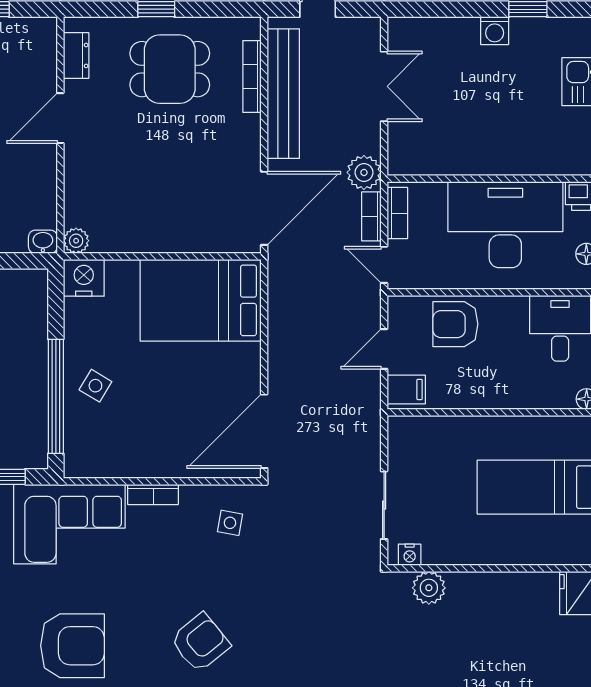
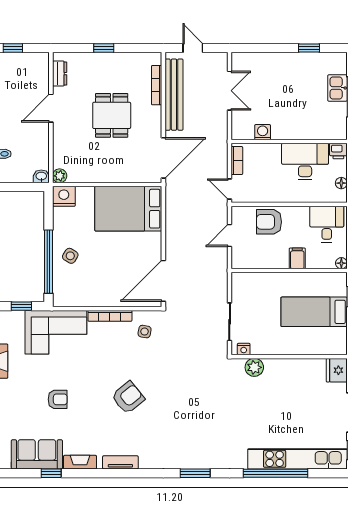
washing machine: (495, 31) -> (263, 132), moved, turned 180
dining table: (170, 69) -> (112, 115), moved, turned 90
plant: (364, 172) -> (219, 138), removed
bookcase: (371, 216) -> (223, 162), removed
desk: (505, 225) -> (305, 161), width x0.73, depth x0.77
filing cabinet: (406, 389) -> (297, 258), moved, turned -90
bookcase: (153, 494) -> (110, 316), width x1.56
armchair: (72, 646) -> (58, 399), width x0.53, depth x0.53

